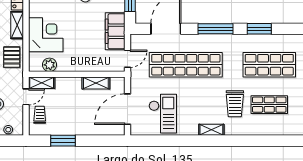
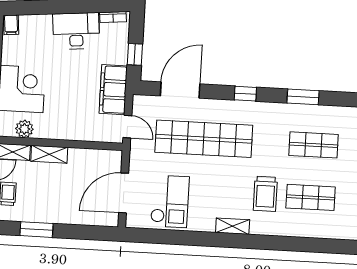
window: (215, 29) -> (245, 94), width x0.46
door: (127, 59) -> (127, 127), hinge flipped
shop shelf: (269, 65) -> (314, 145), width x0.70, depth x0.74
shelving: (96, 83) -> (49, 154), moved

